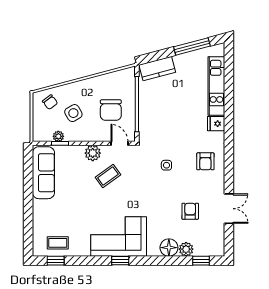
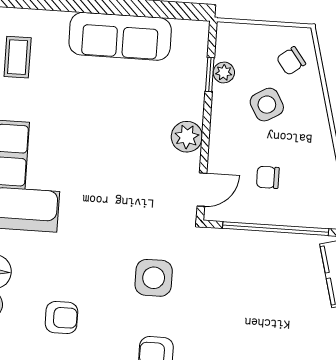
chair: (111, 110) -> (268, 177), width x0.54, depth x0.54
side table: (166, 165) -> (154, 278), width x1.87, depth x1.87
sofa: (43, 173) -> (120, 36), moved
coffee table: (108, 176) -> (140, 163), removed

